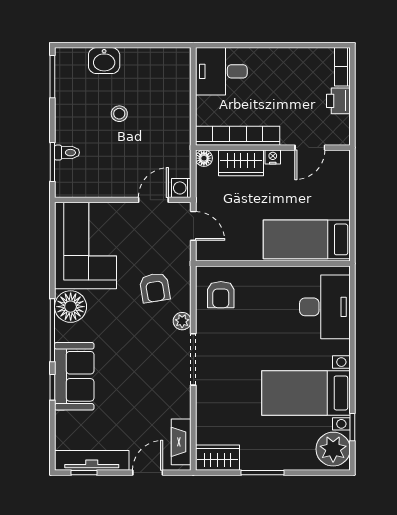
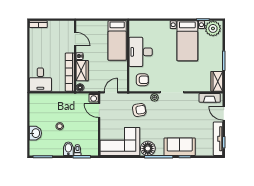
printer: (338, 101) -> (54, 26), removed
bidet: (70, 133) -> (68, 149), added
desk: (325, 307) -> (141, 52), moved, turned -90

